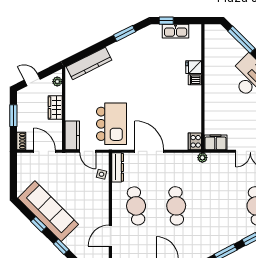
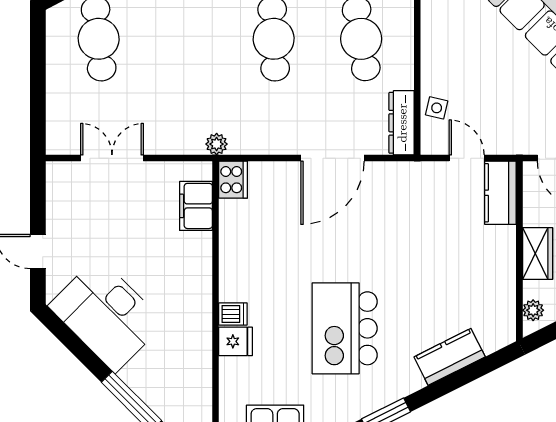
kitchen counter: (89, 63) -> (450, 357), width x0.67
kitchen island: (112, 124) -> (345, 328), moved
filing cabinet: (216, 142) -> (196, 206), moved, turned 90
door: (149, 151) -> (332, 158), hinge flipped

